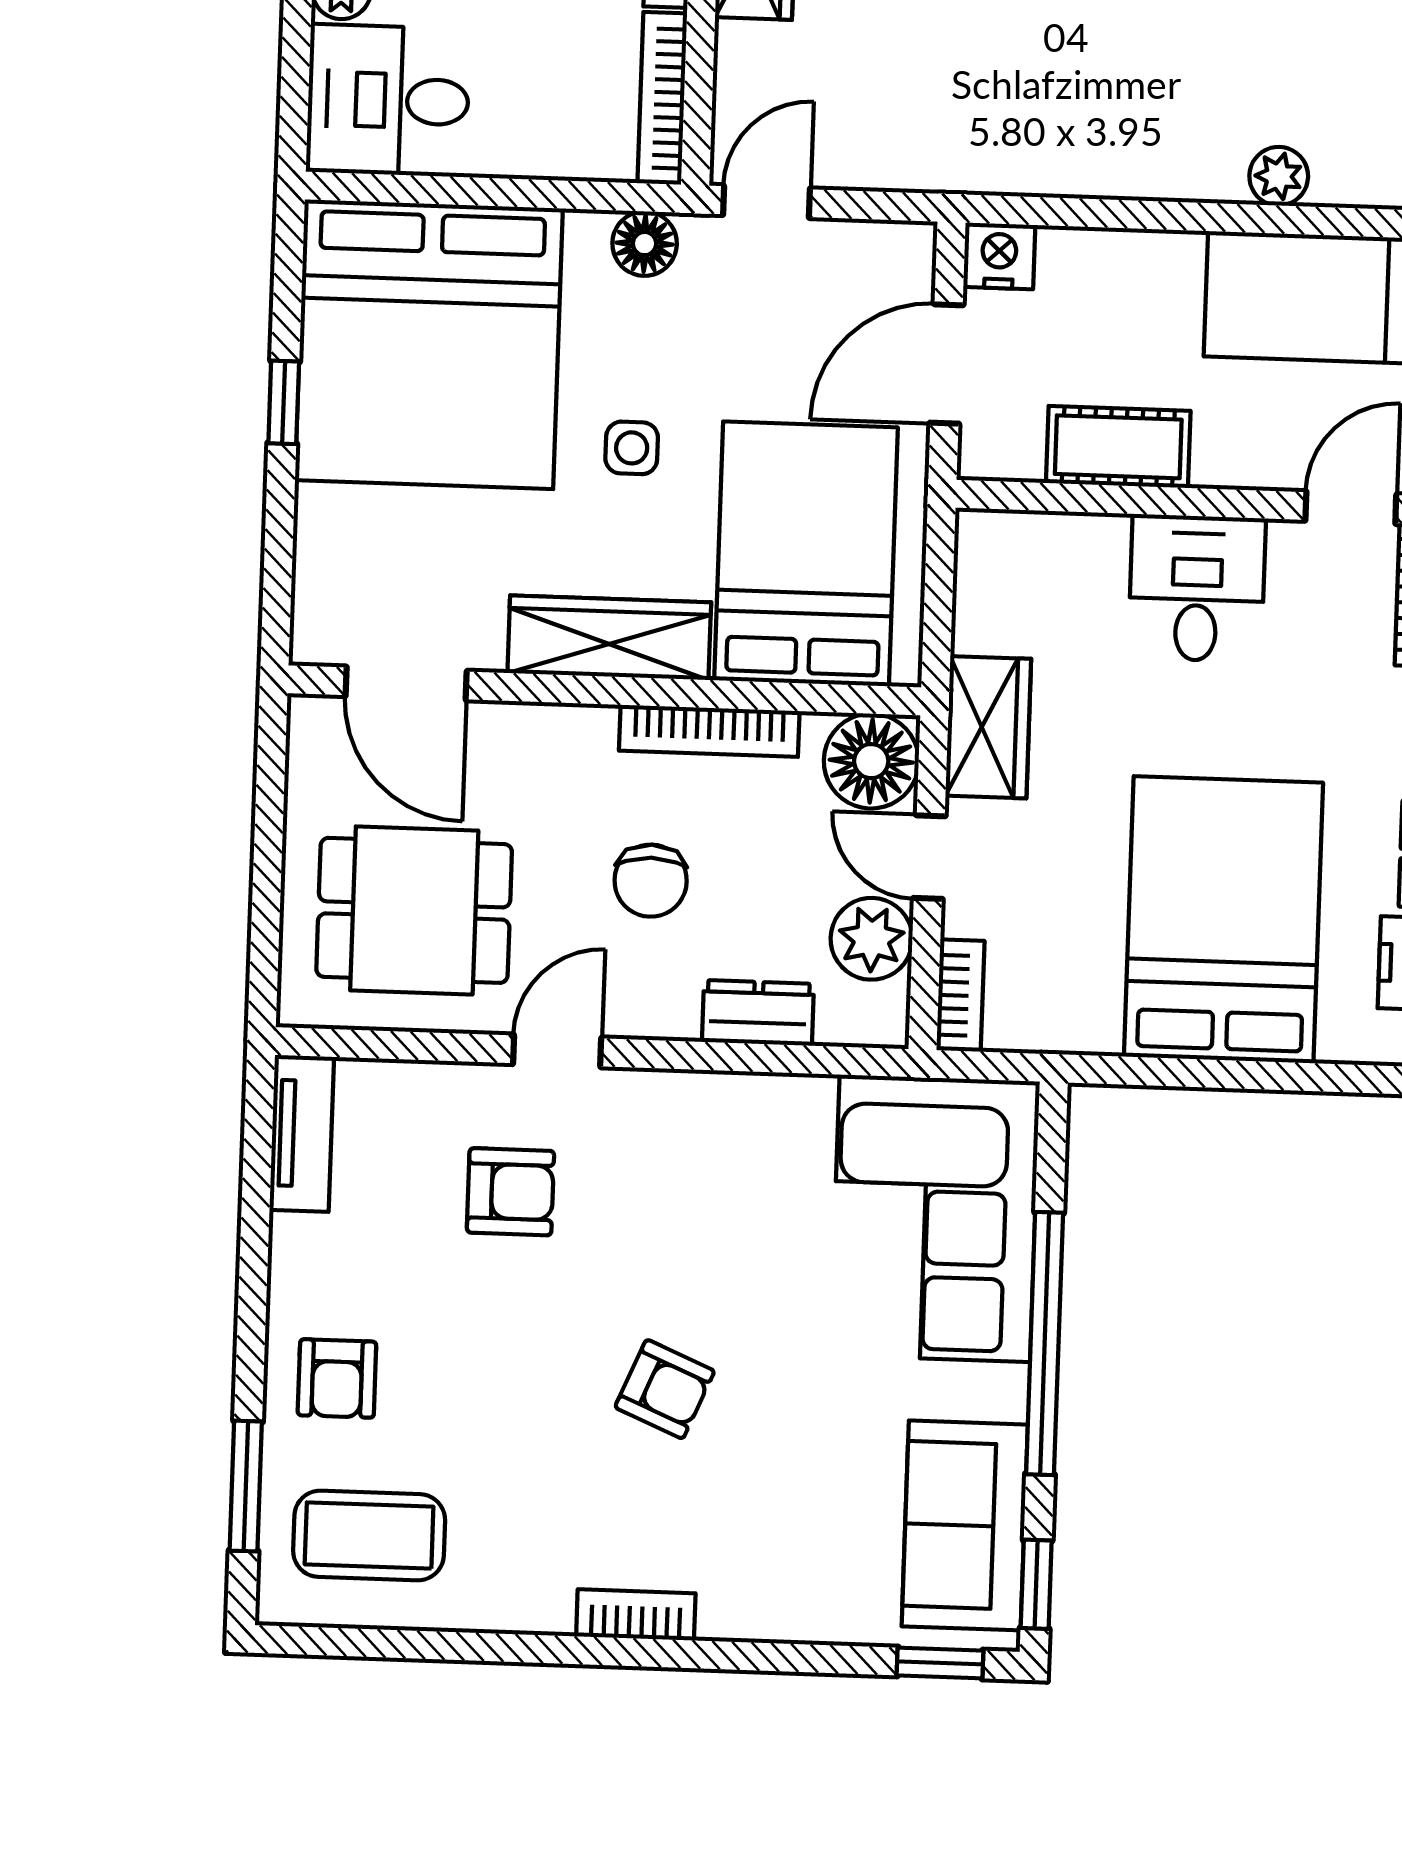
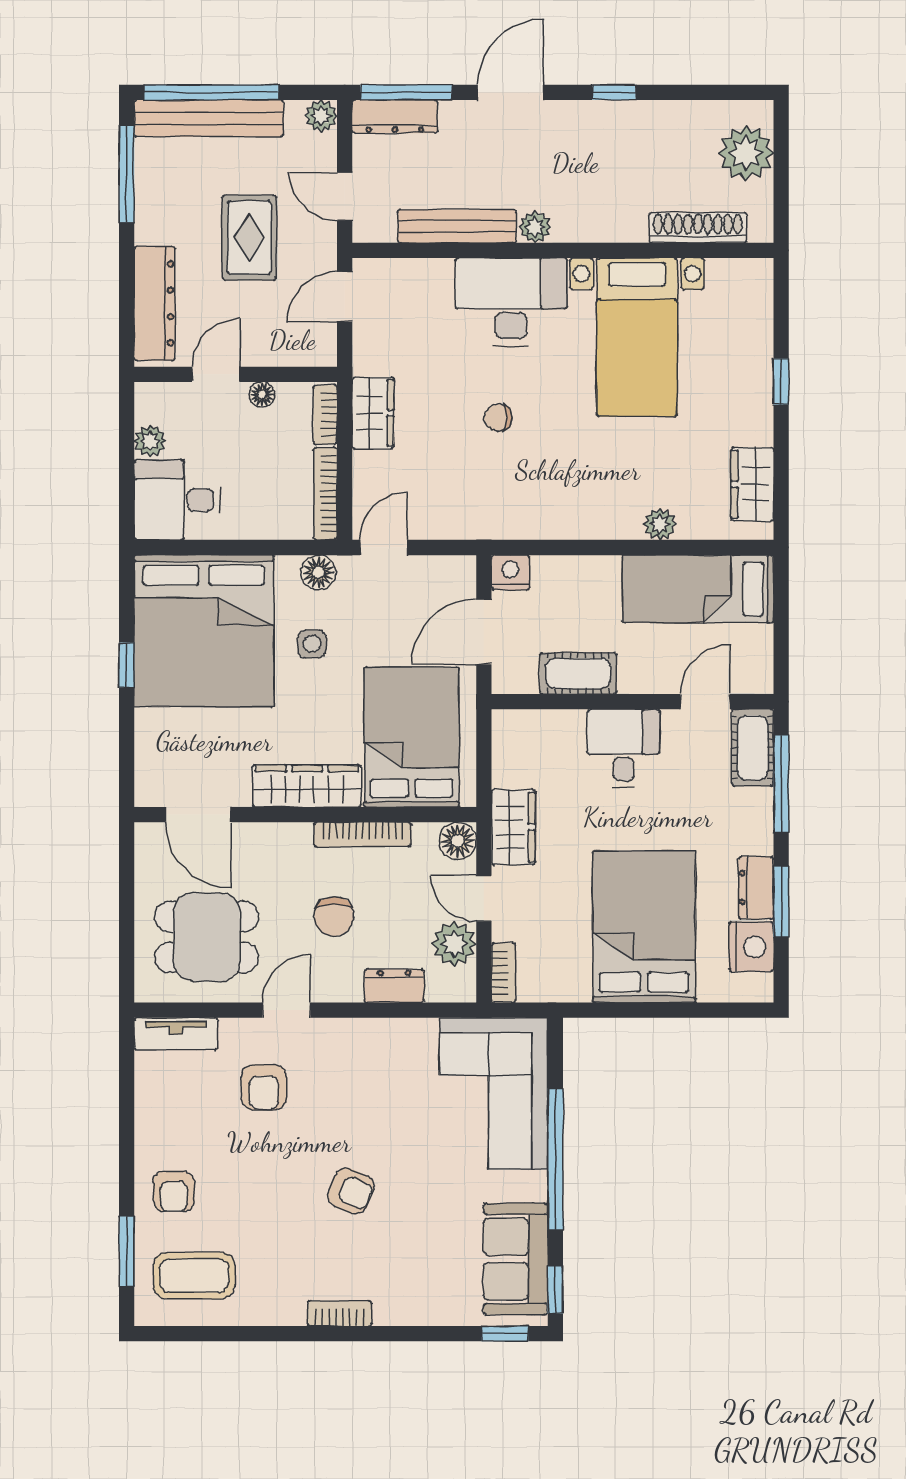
side table: (632, 448) -> (312, 644), moved
floor lamp: (871, 761) -> (458, 841), width x0.73, depth x0.73
tv unit: (302, 1133) -> (176, 1034), moved, turned 90
armchair: (510, 1192) -> (264, 1087), turned 90

